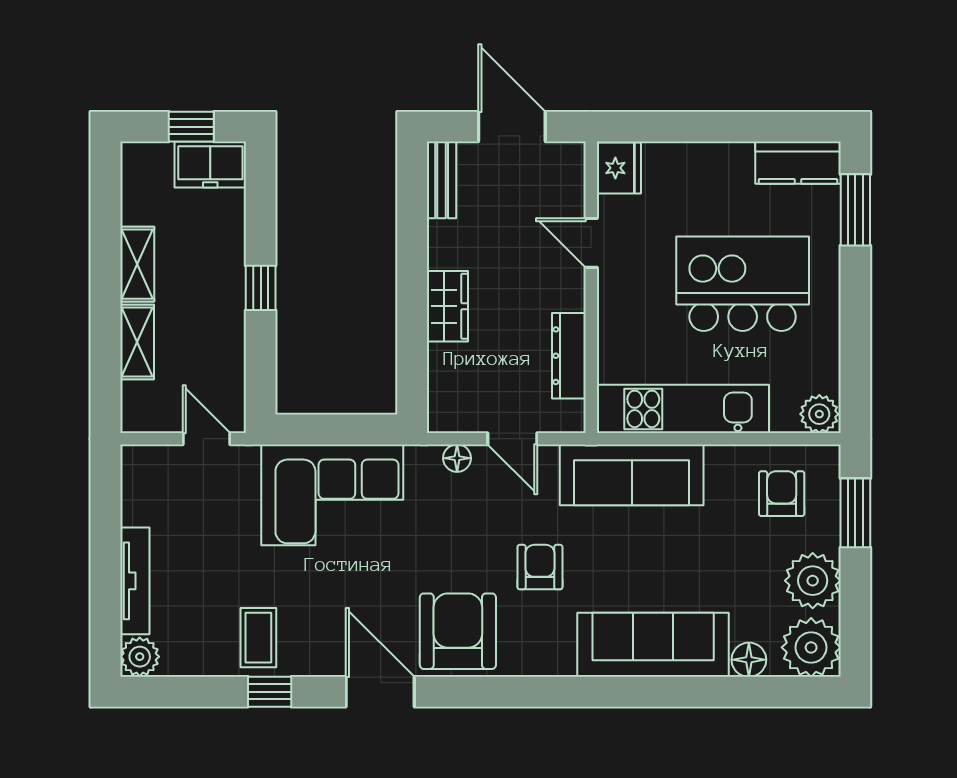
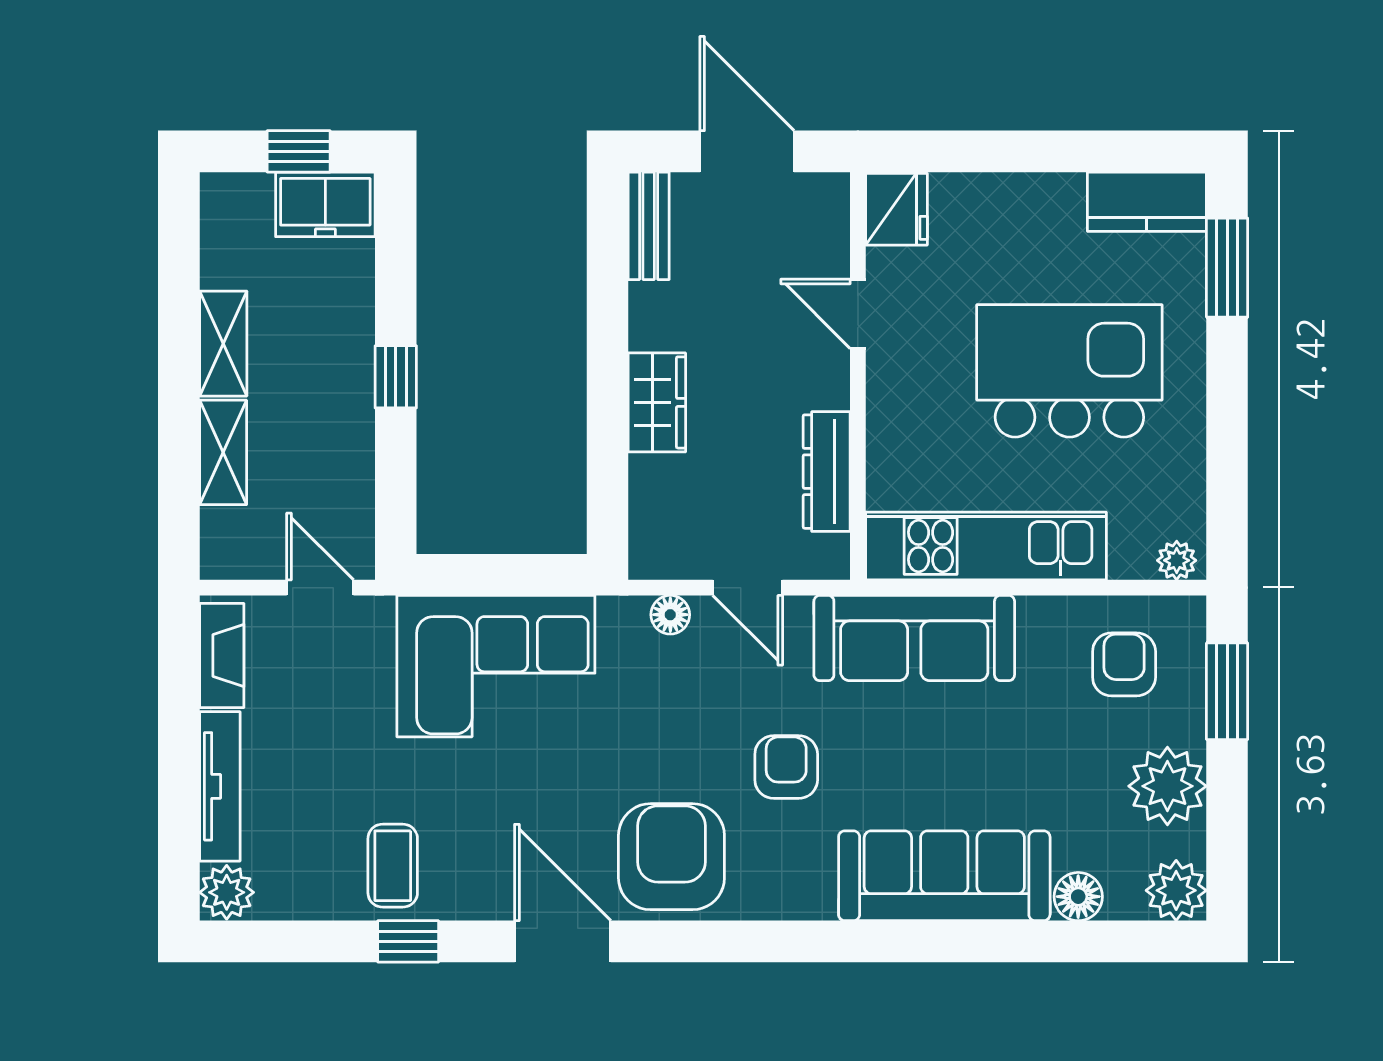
plant: (819, 414) -> (1177, 560), width x0.73, depth x0.73
fireplace: (136, 487) -> (222, 655), added
plant: (811, 647) -> (1176, 890), width x0.73, depth x0.73

